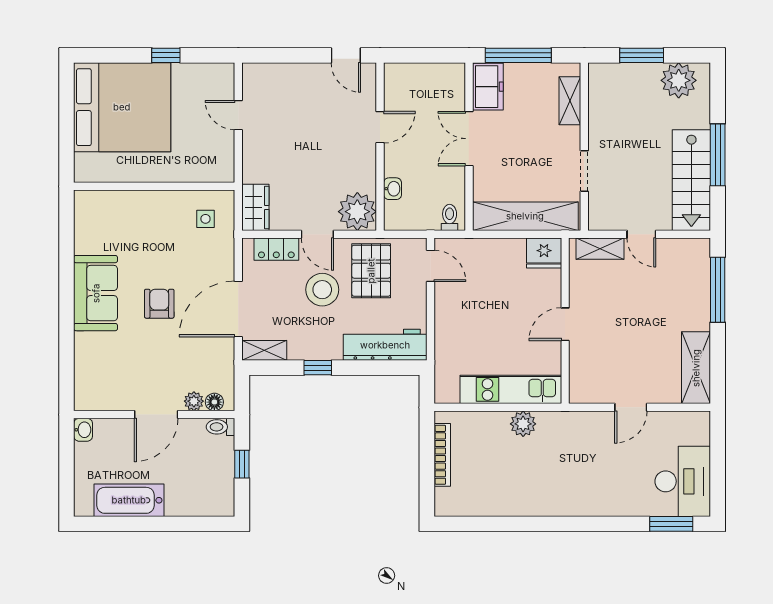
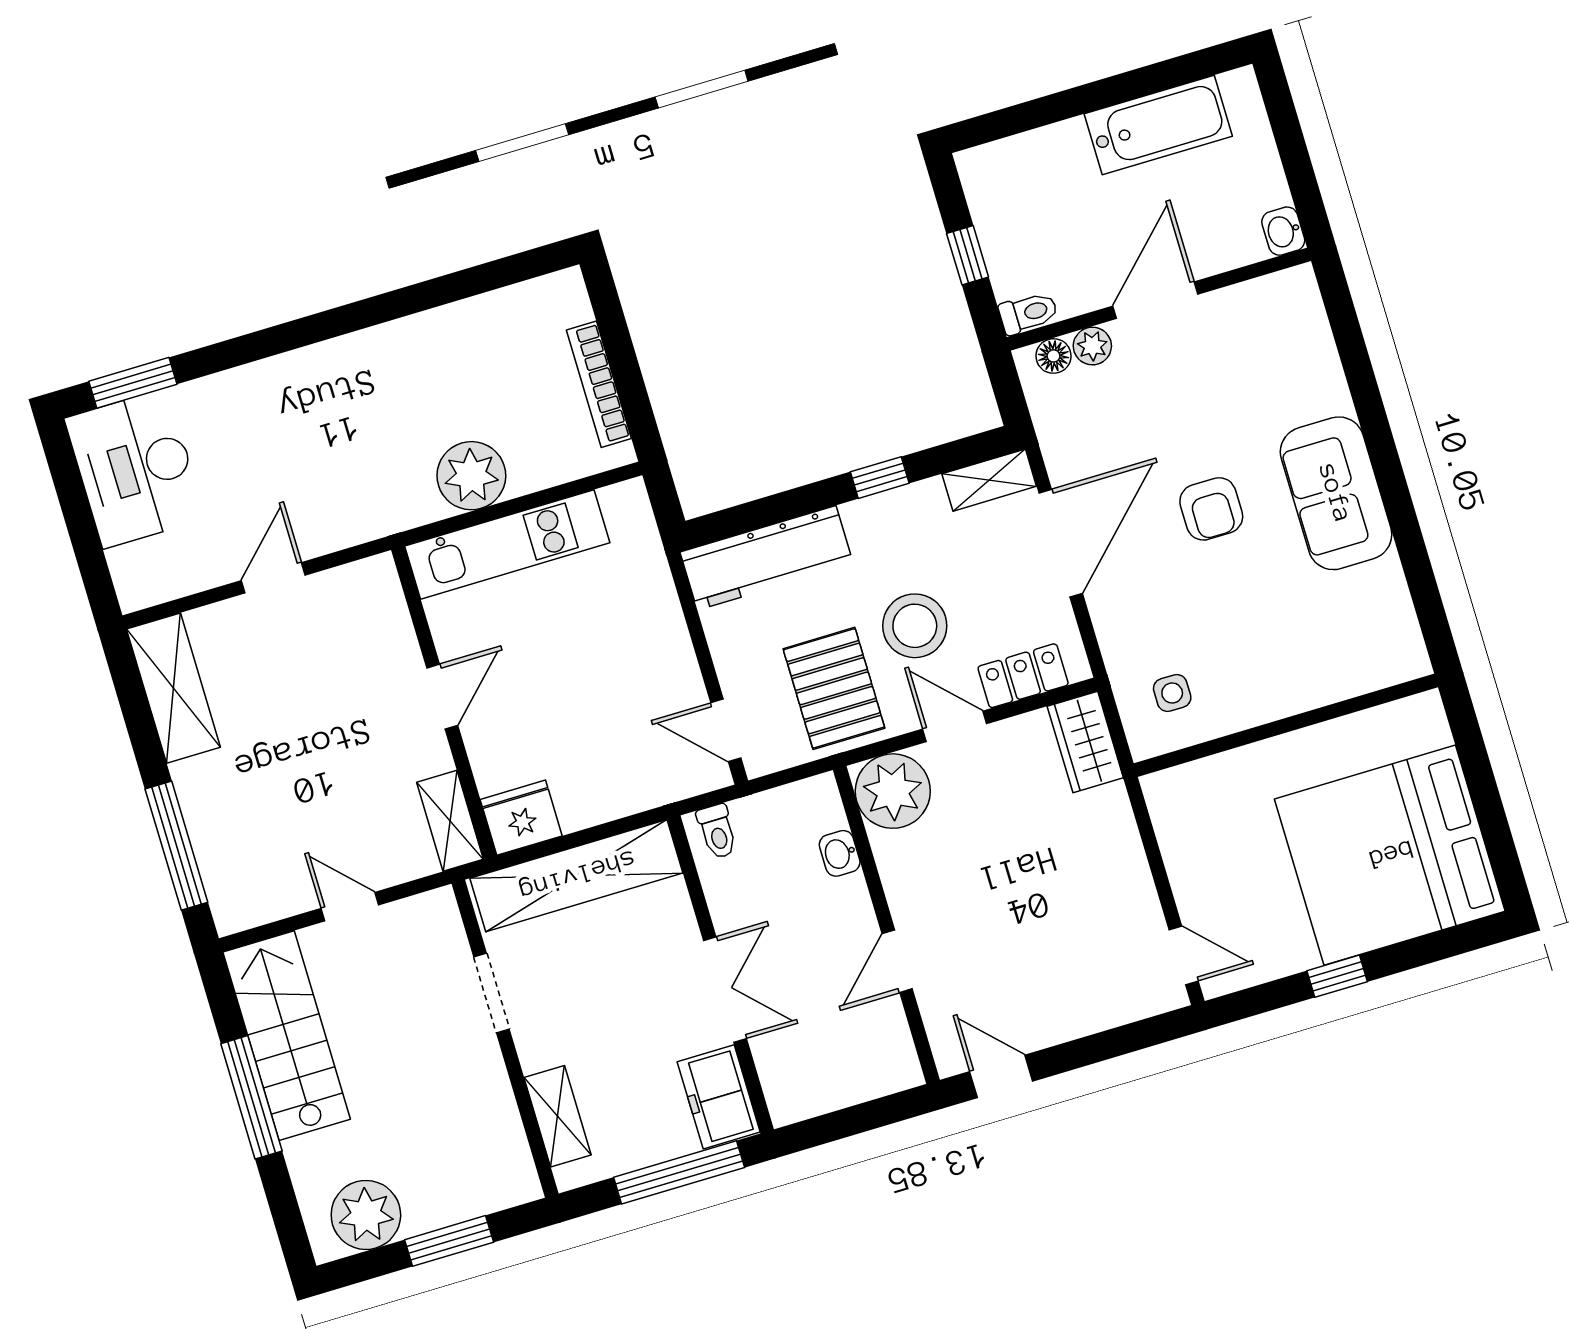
door: (238, 115) -> (1184, 955), moved
shelving: (600, 249) -> (450, 821), moved, turned 90
plant: (523, 424) -> (471, 476), width x1.36, depth x1.36

